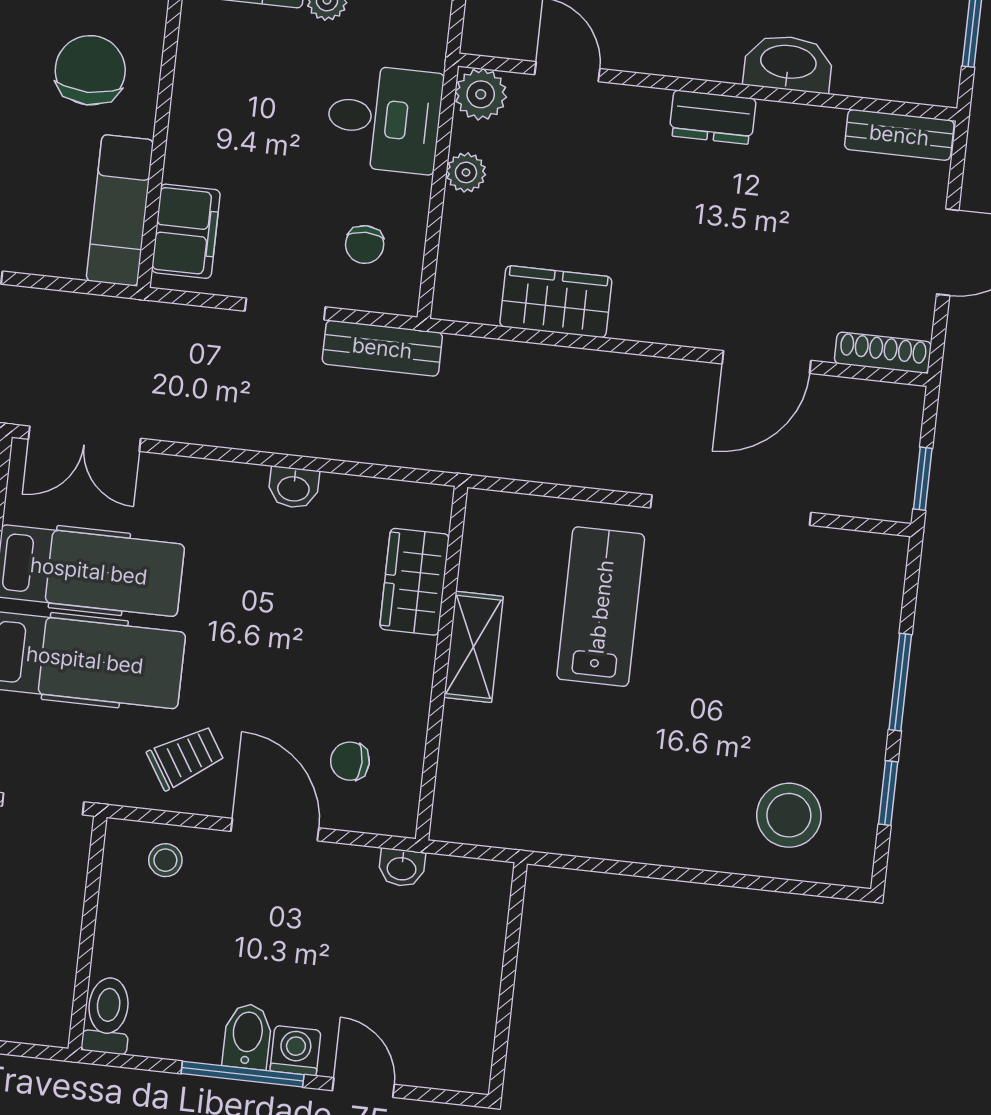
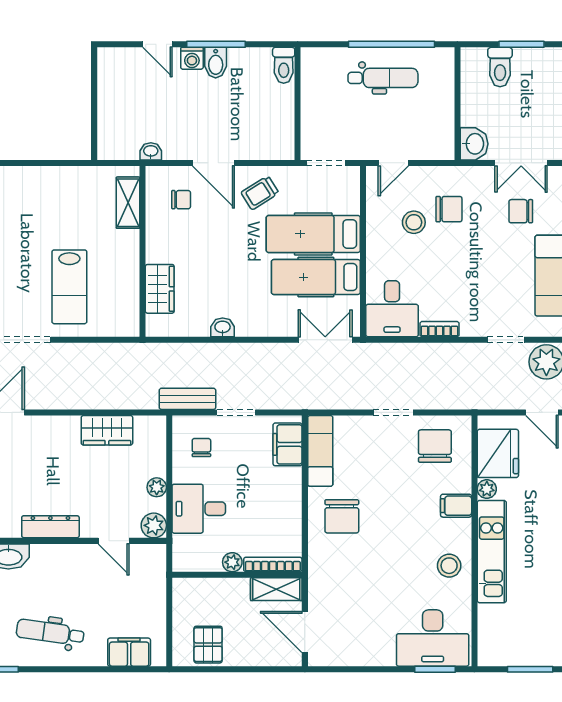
dresser: (713, 117) -> (50, 527), width x1.44
shelving: (474, 647) -> (128, 203), moved
stool: (165, 860) -> (264, 143), removed

